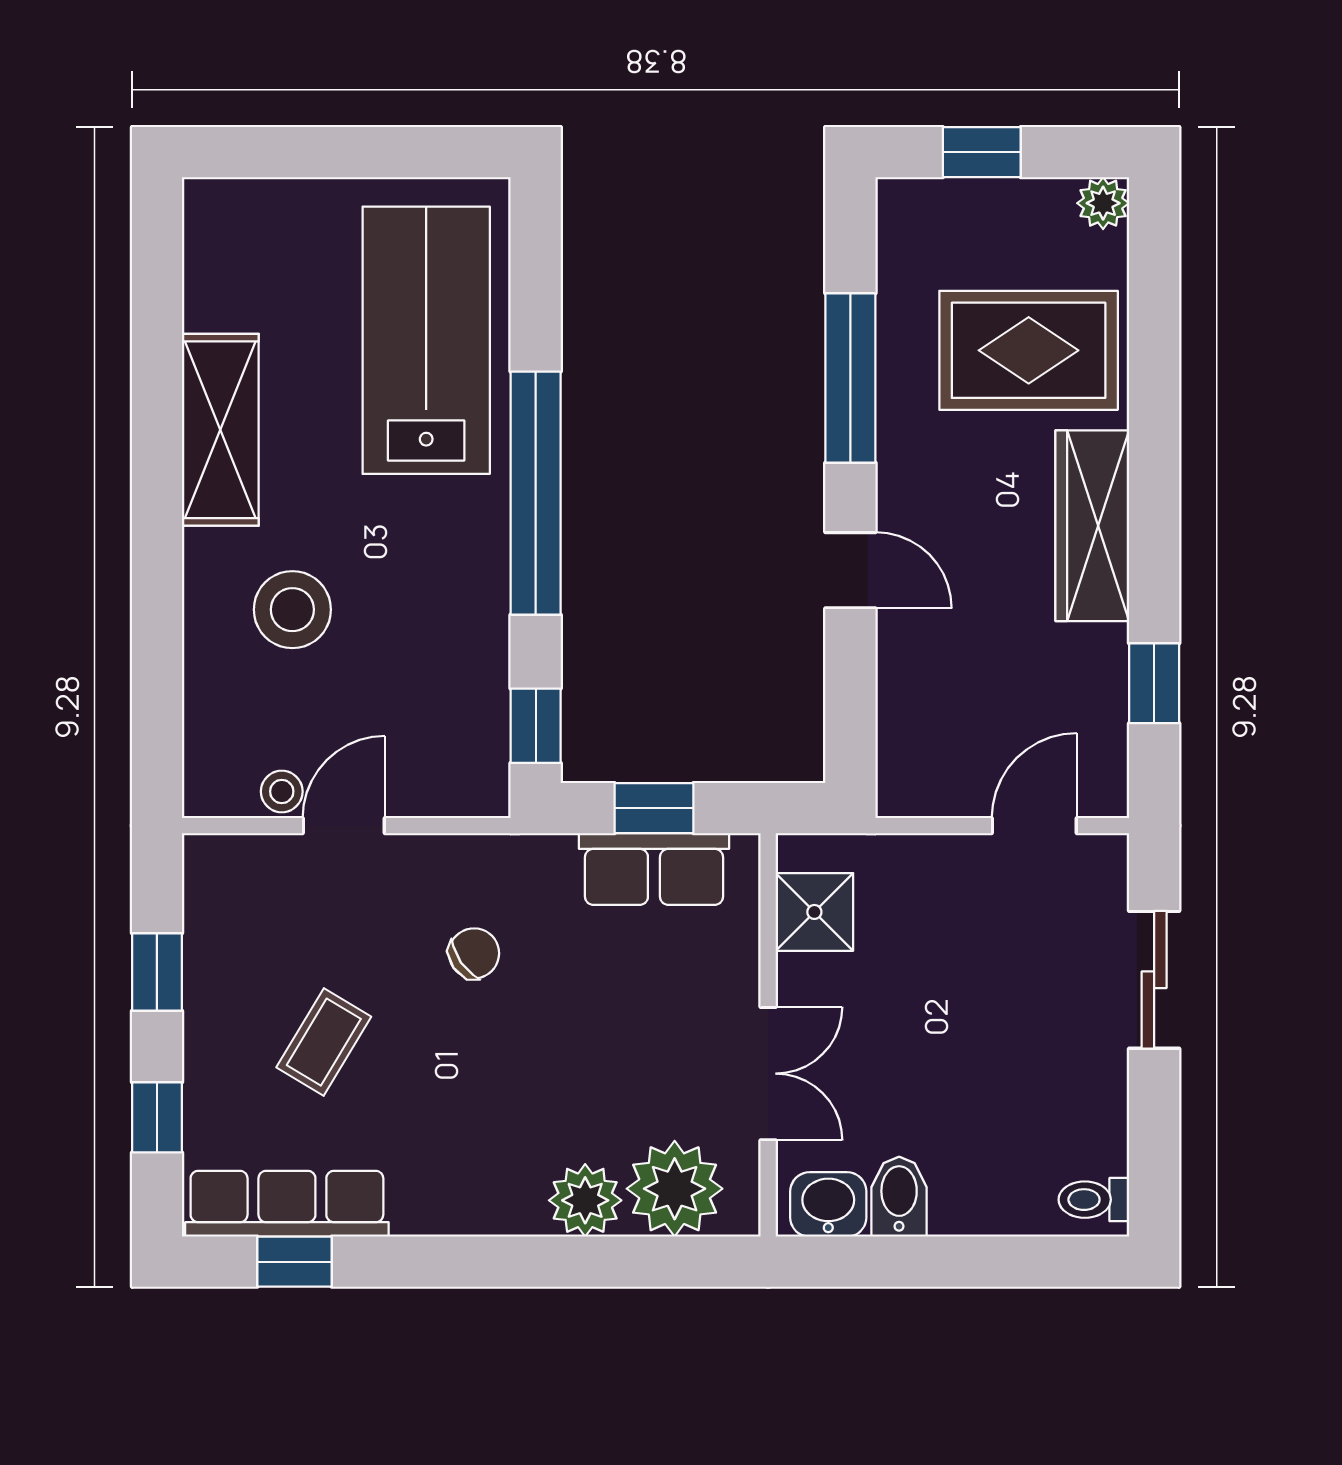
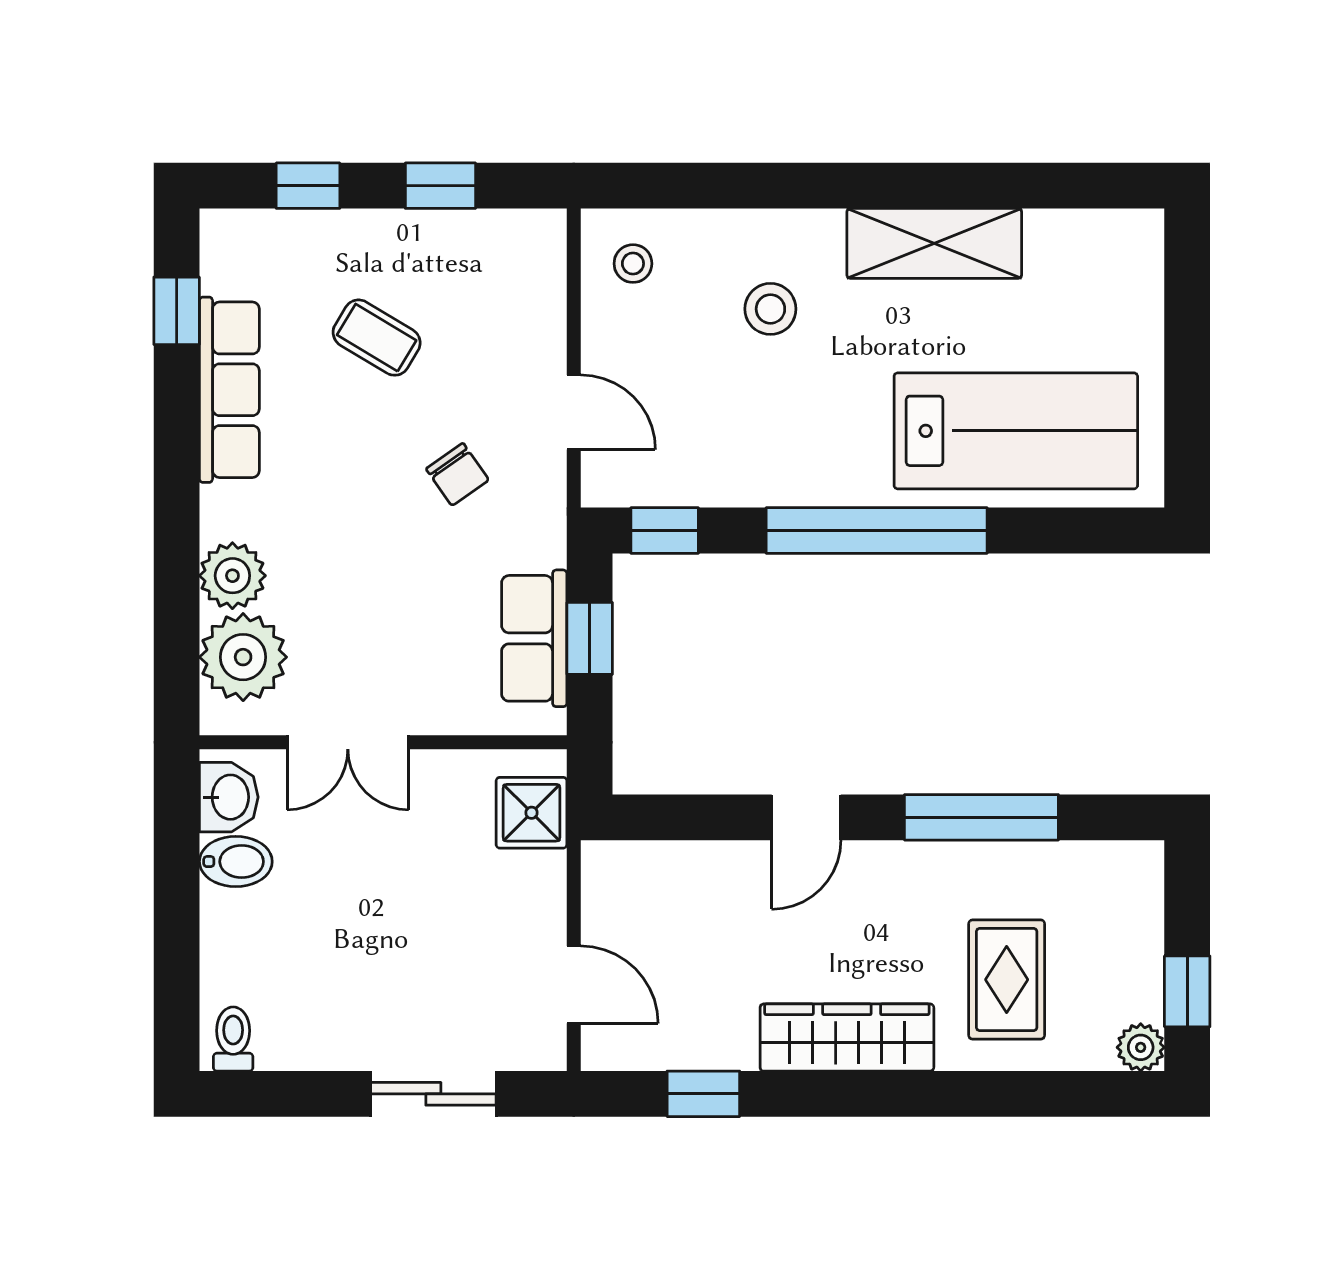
window: (982, 152) -> (1187, 991), moved
rug: (1029, 350) -> (1007, 980), width x0.73, depth x0.70
stool: (292, 610) -> (770, 309), width x0.73, depth x0.73
stool: (282, 791) -> (633, 264), moved
door: (344, 826) -> (574, 412), moved
shower: (814, 912) -> (532, 813), moved
row of seats: (287, 1204) -> (229, 390), moved

